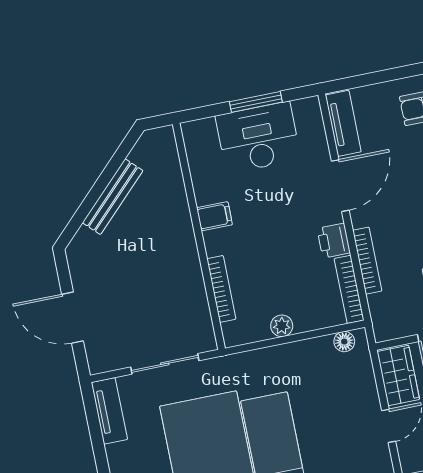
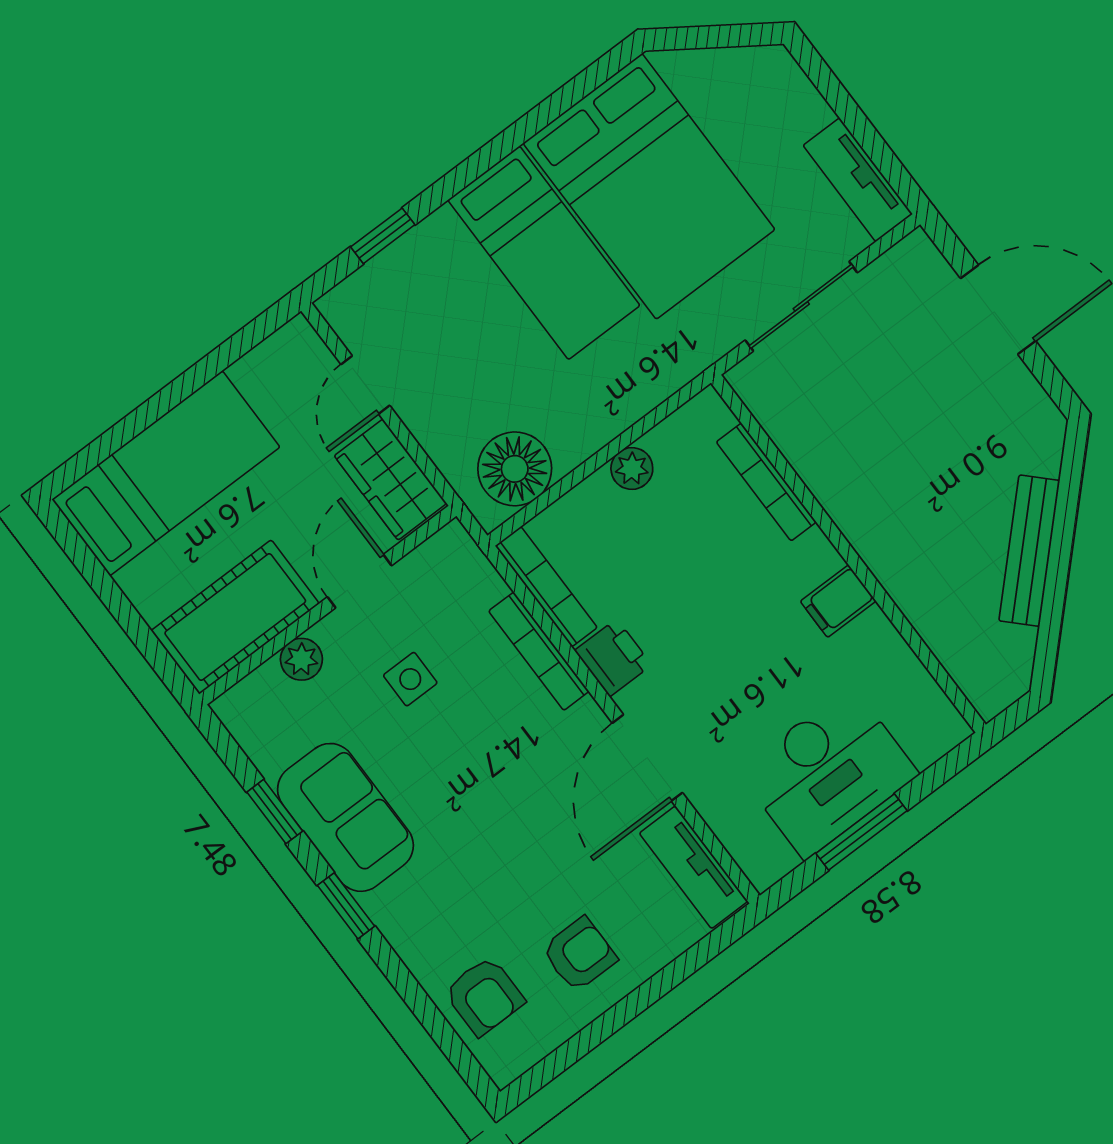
floor lamp: (344, 342) -> (515, 469), width x1.89, depth x1.89

